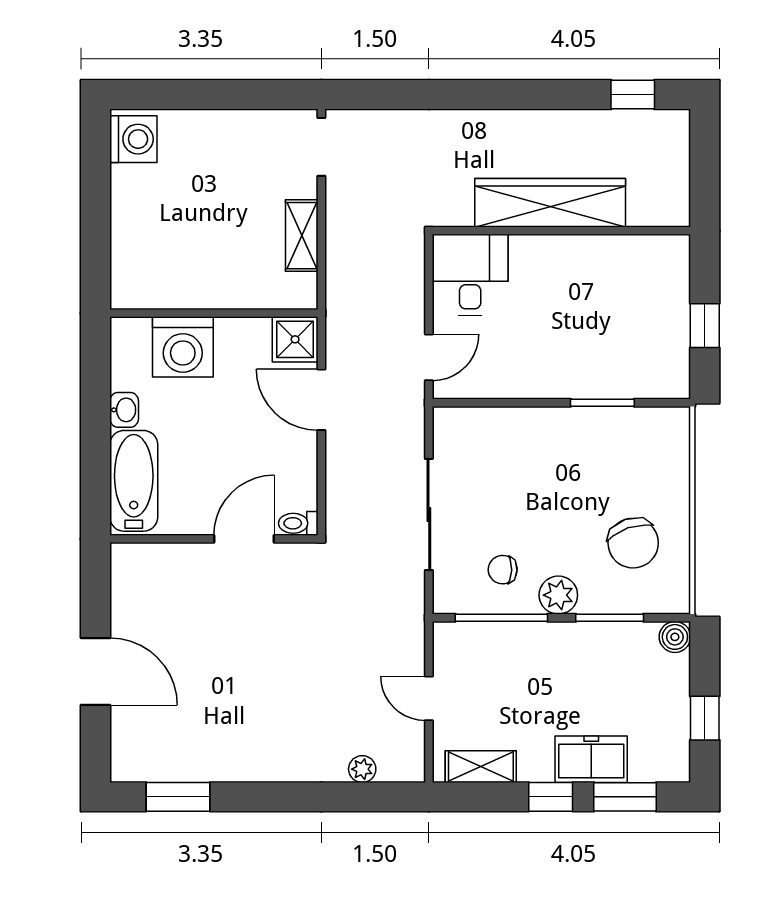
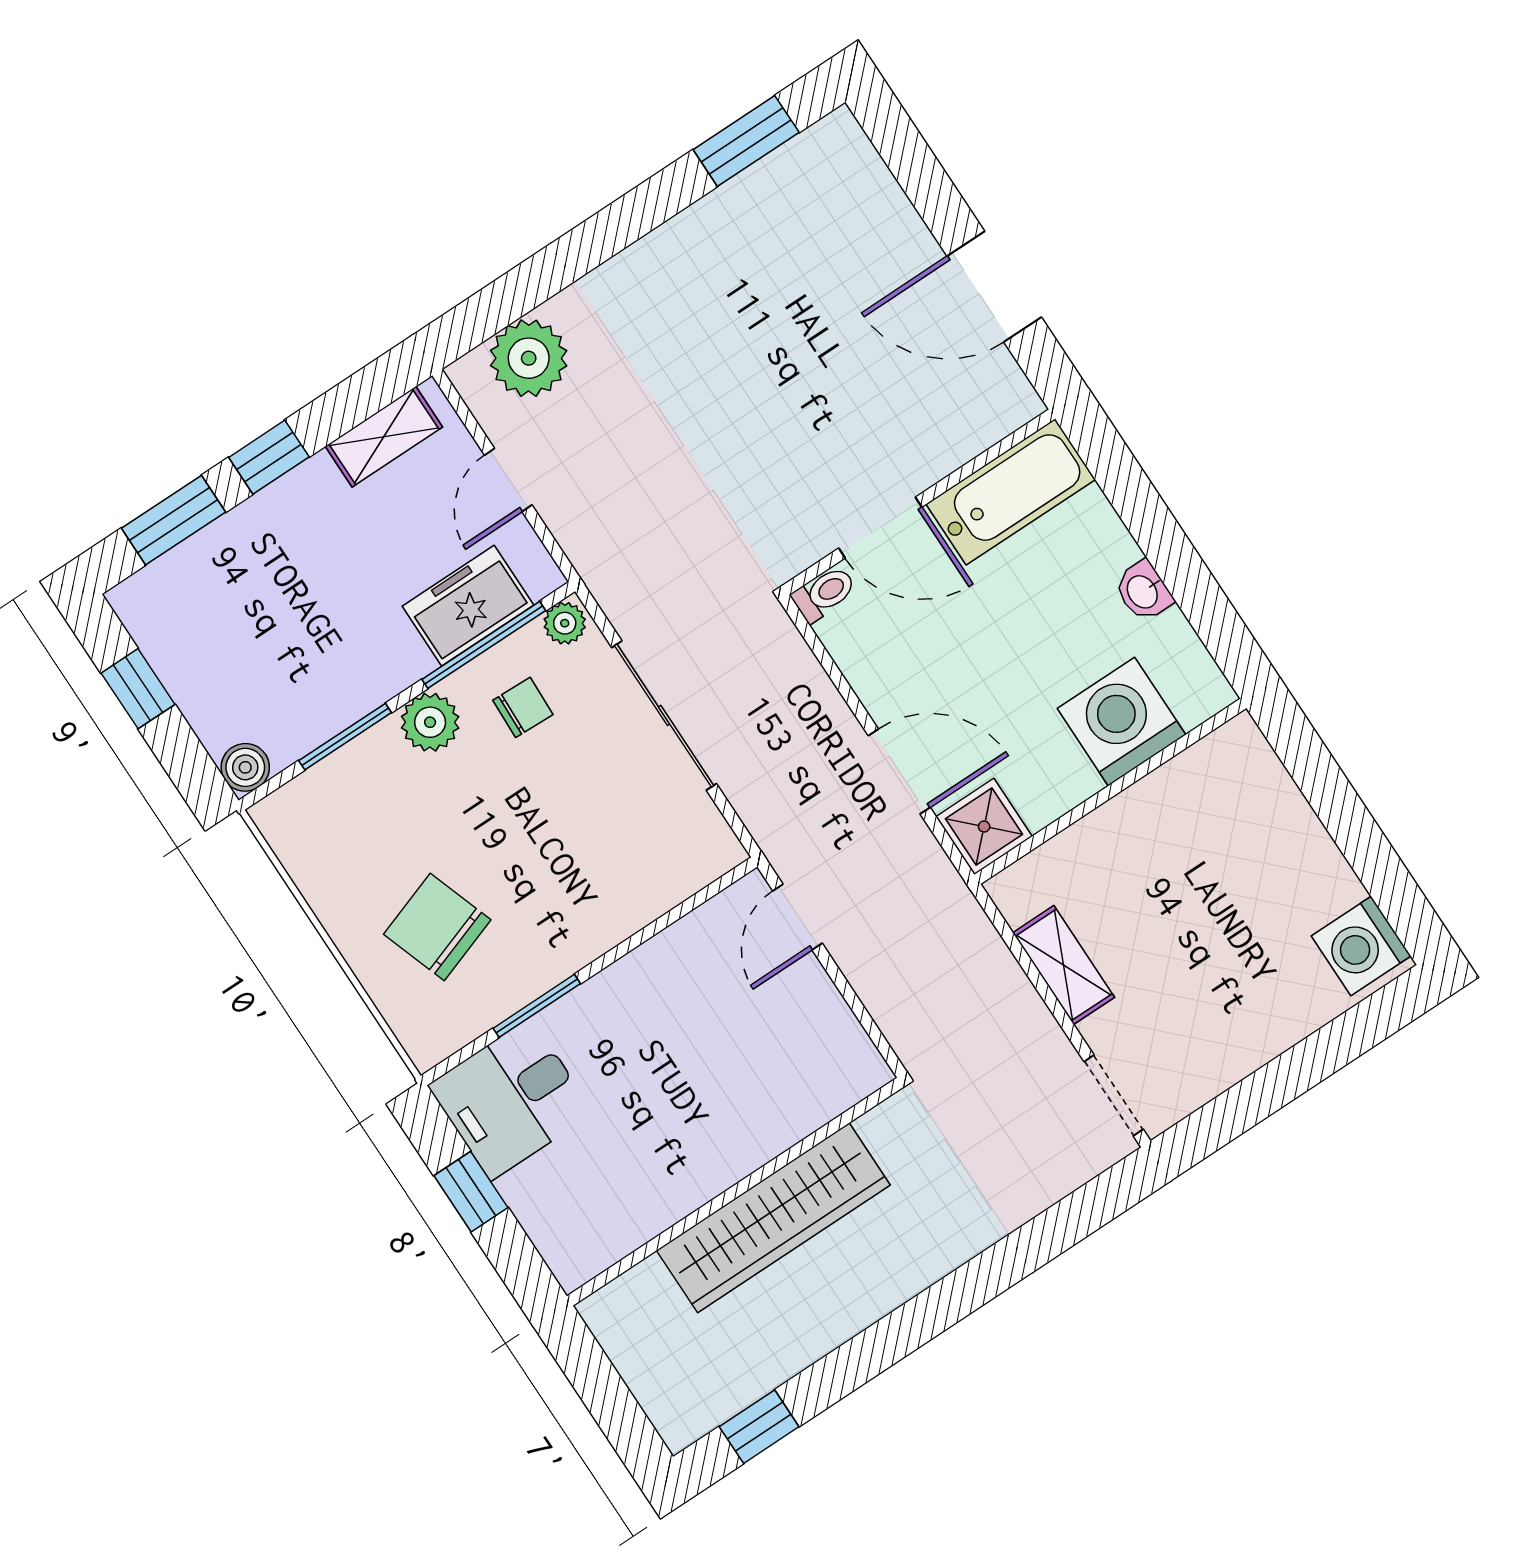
desk: (470, 275) -> (511, 1099), moved, turned 90
bathtub: (134, 481) -> (1011, 492), moved, turned -90
door: (244, 539) -> (880, 528), hinge flipped
chair: (633, 543) -> (437, 927), moved
plant: (450, 600) -> (565, 623), added
door: (96, 672) -> (994, 287), moved
door: (429, 698) -> (508, 480), swing flipped
freezer: (591, 759) -> (468, 606), moved, turned 180
plant: (362, 769) -> (529, 358), width x1.88, depth x1.88

